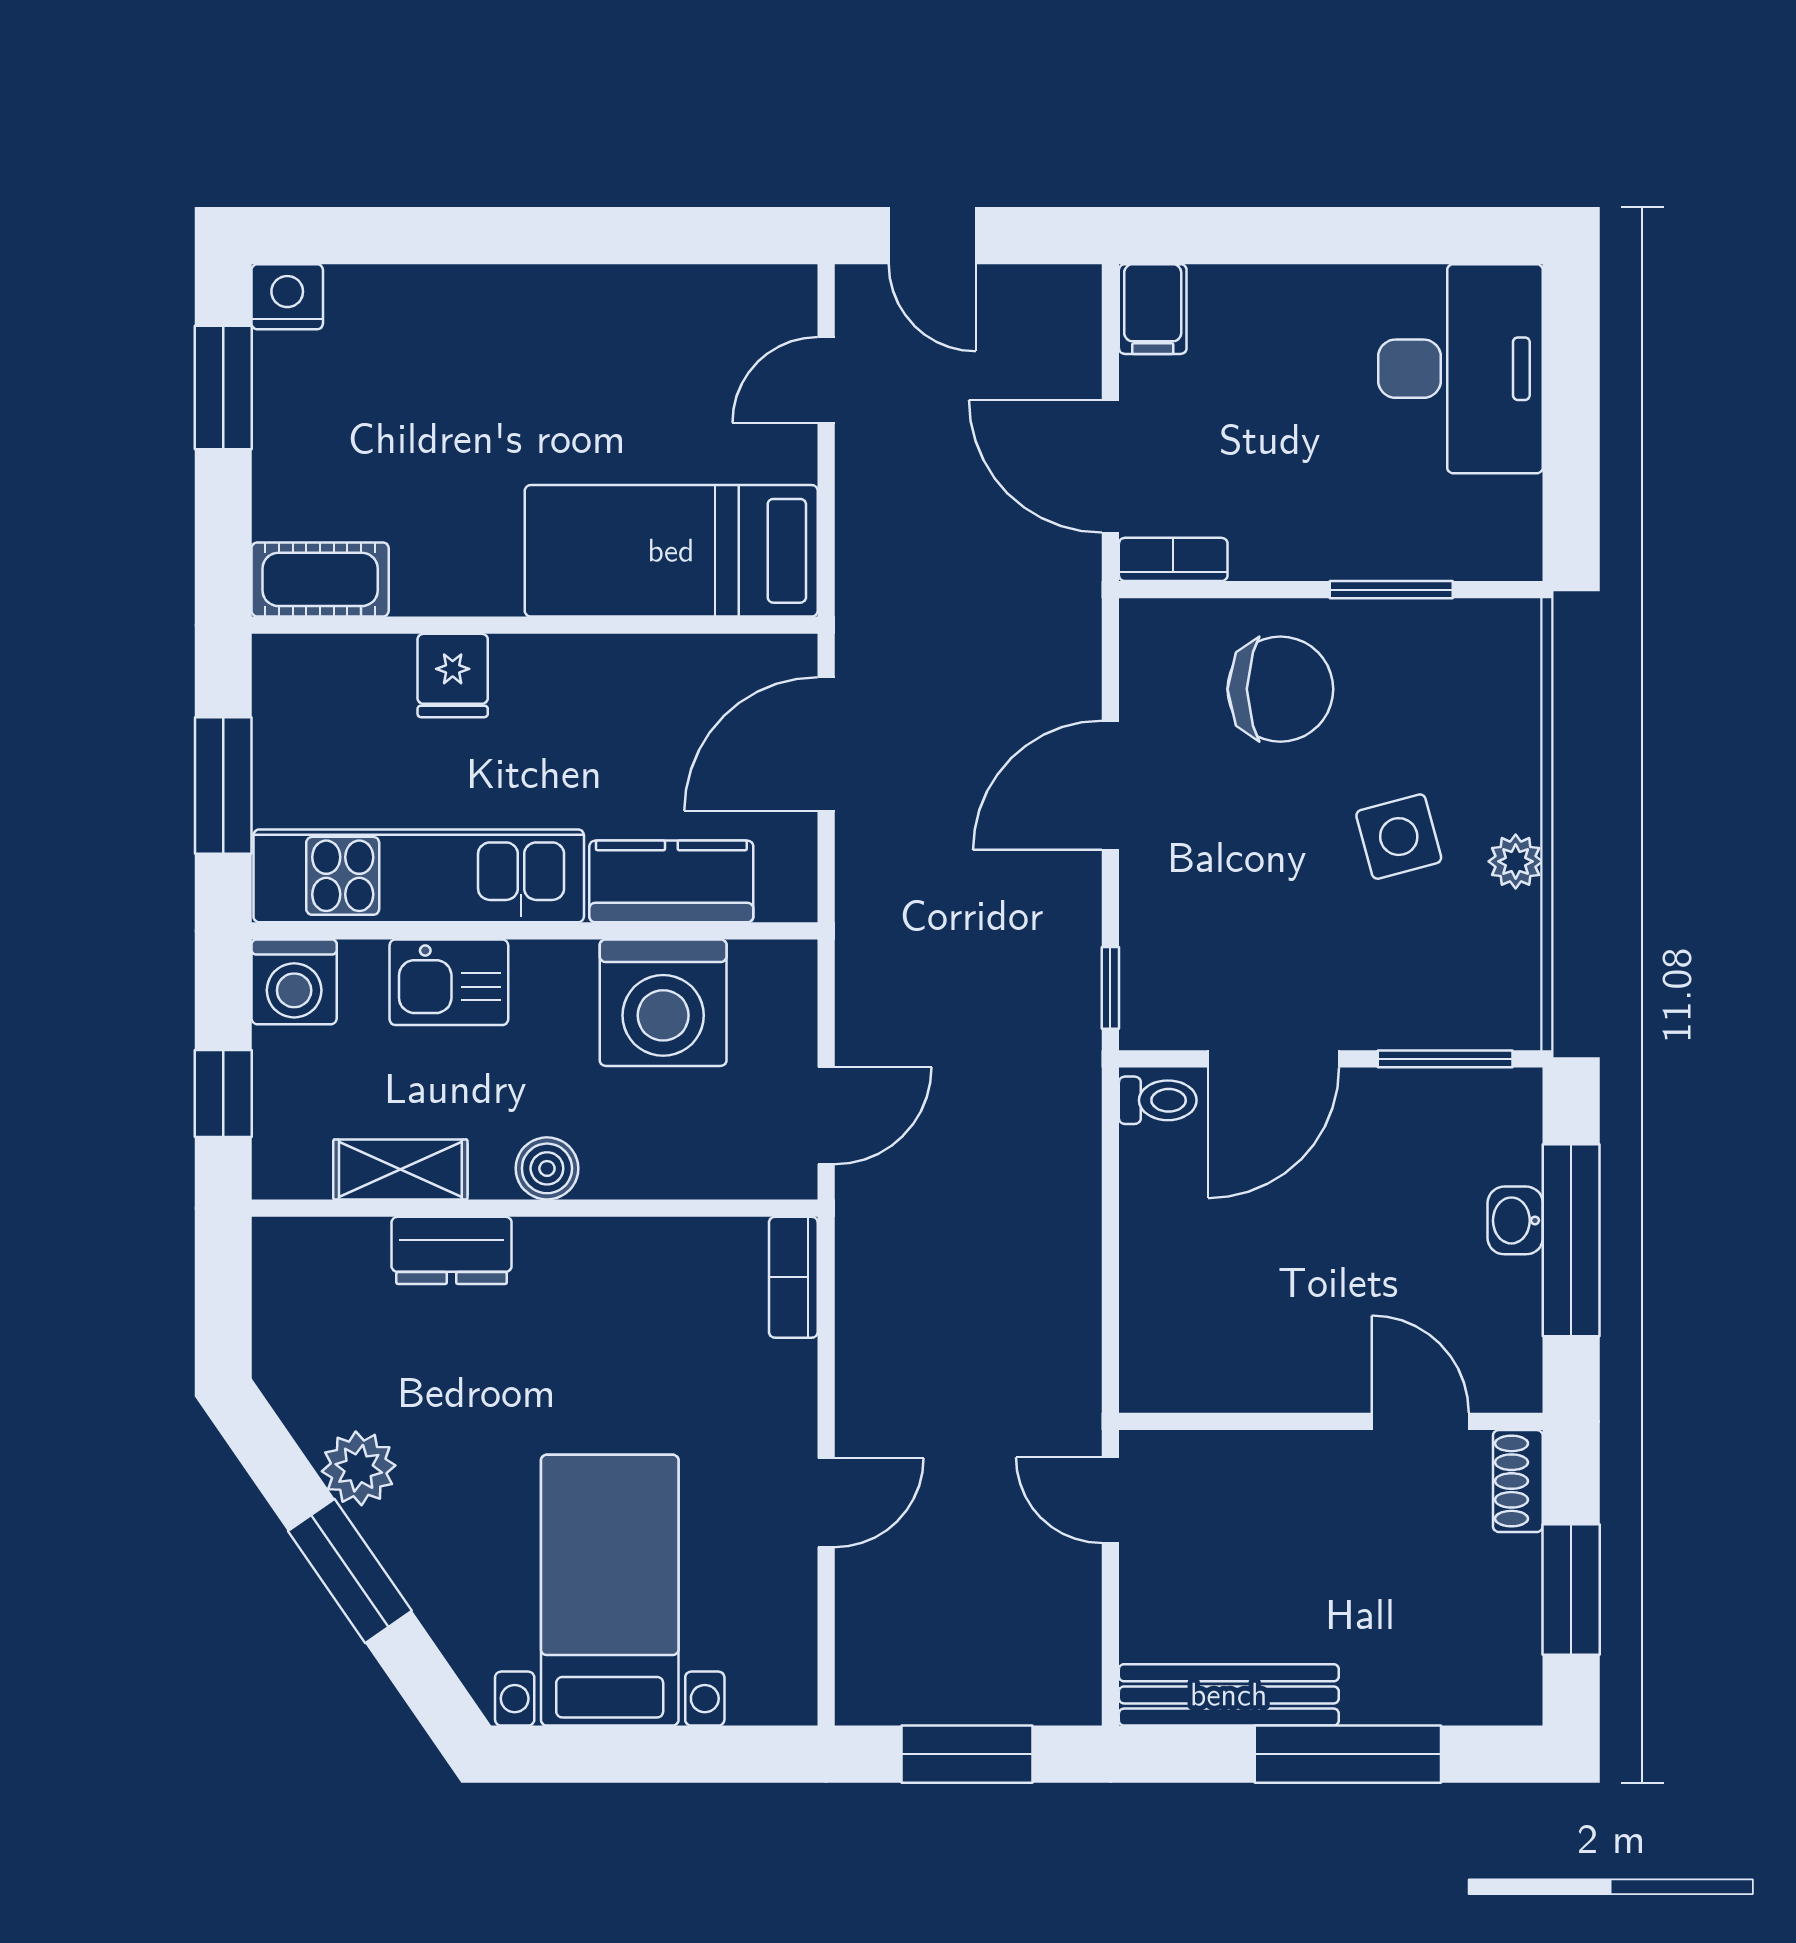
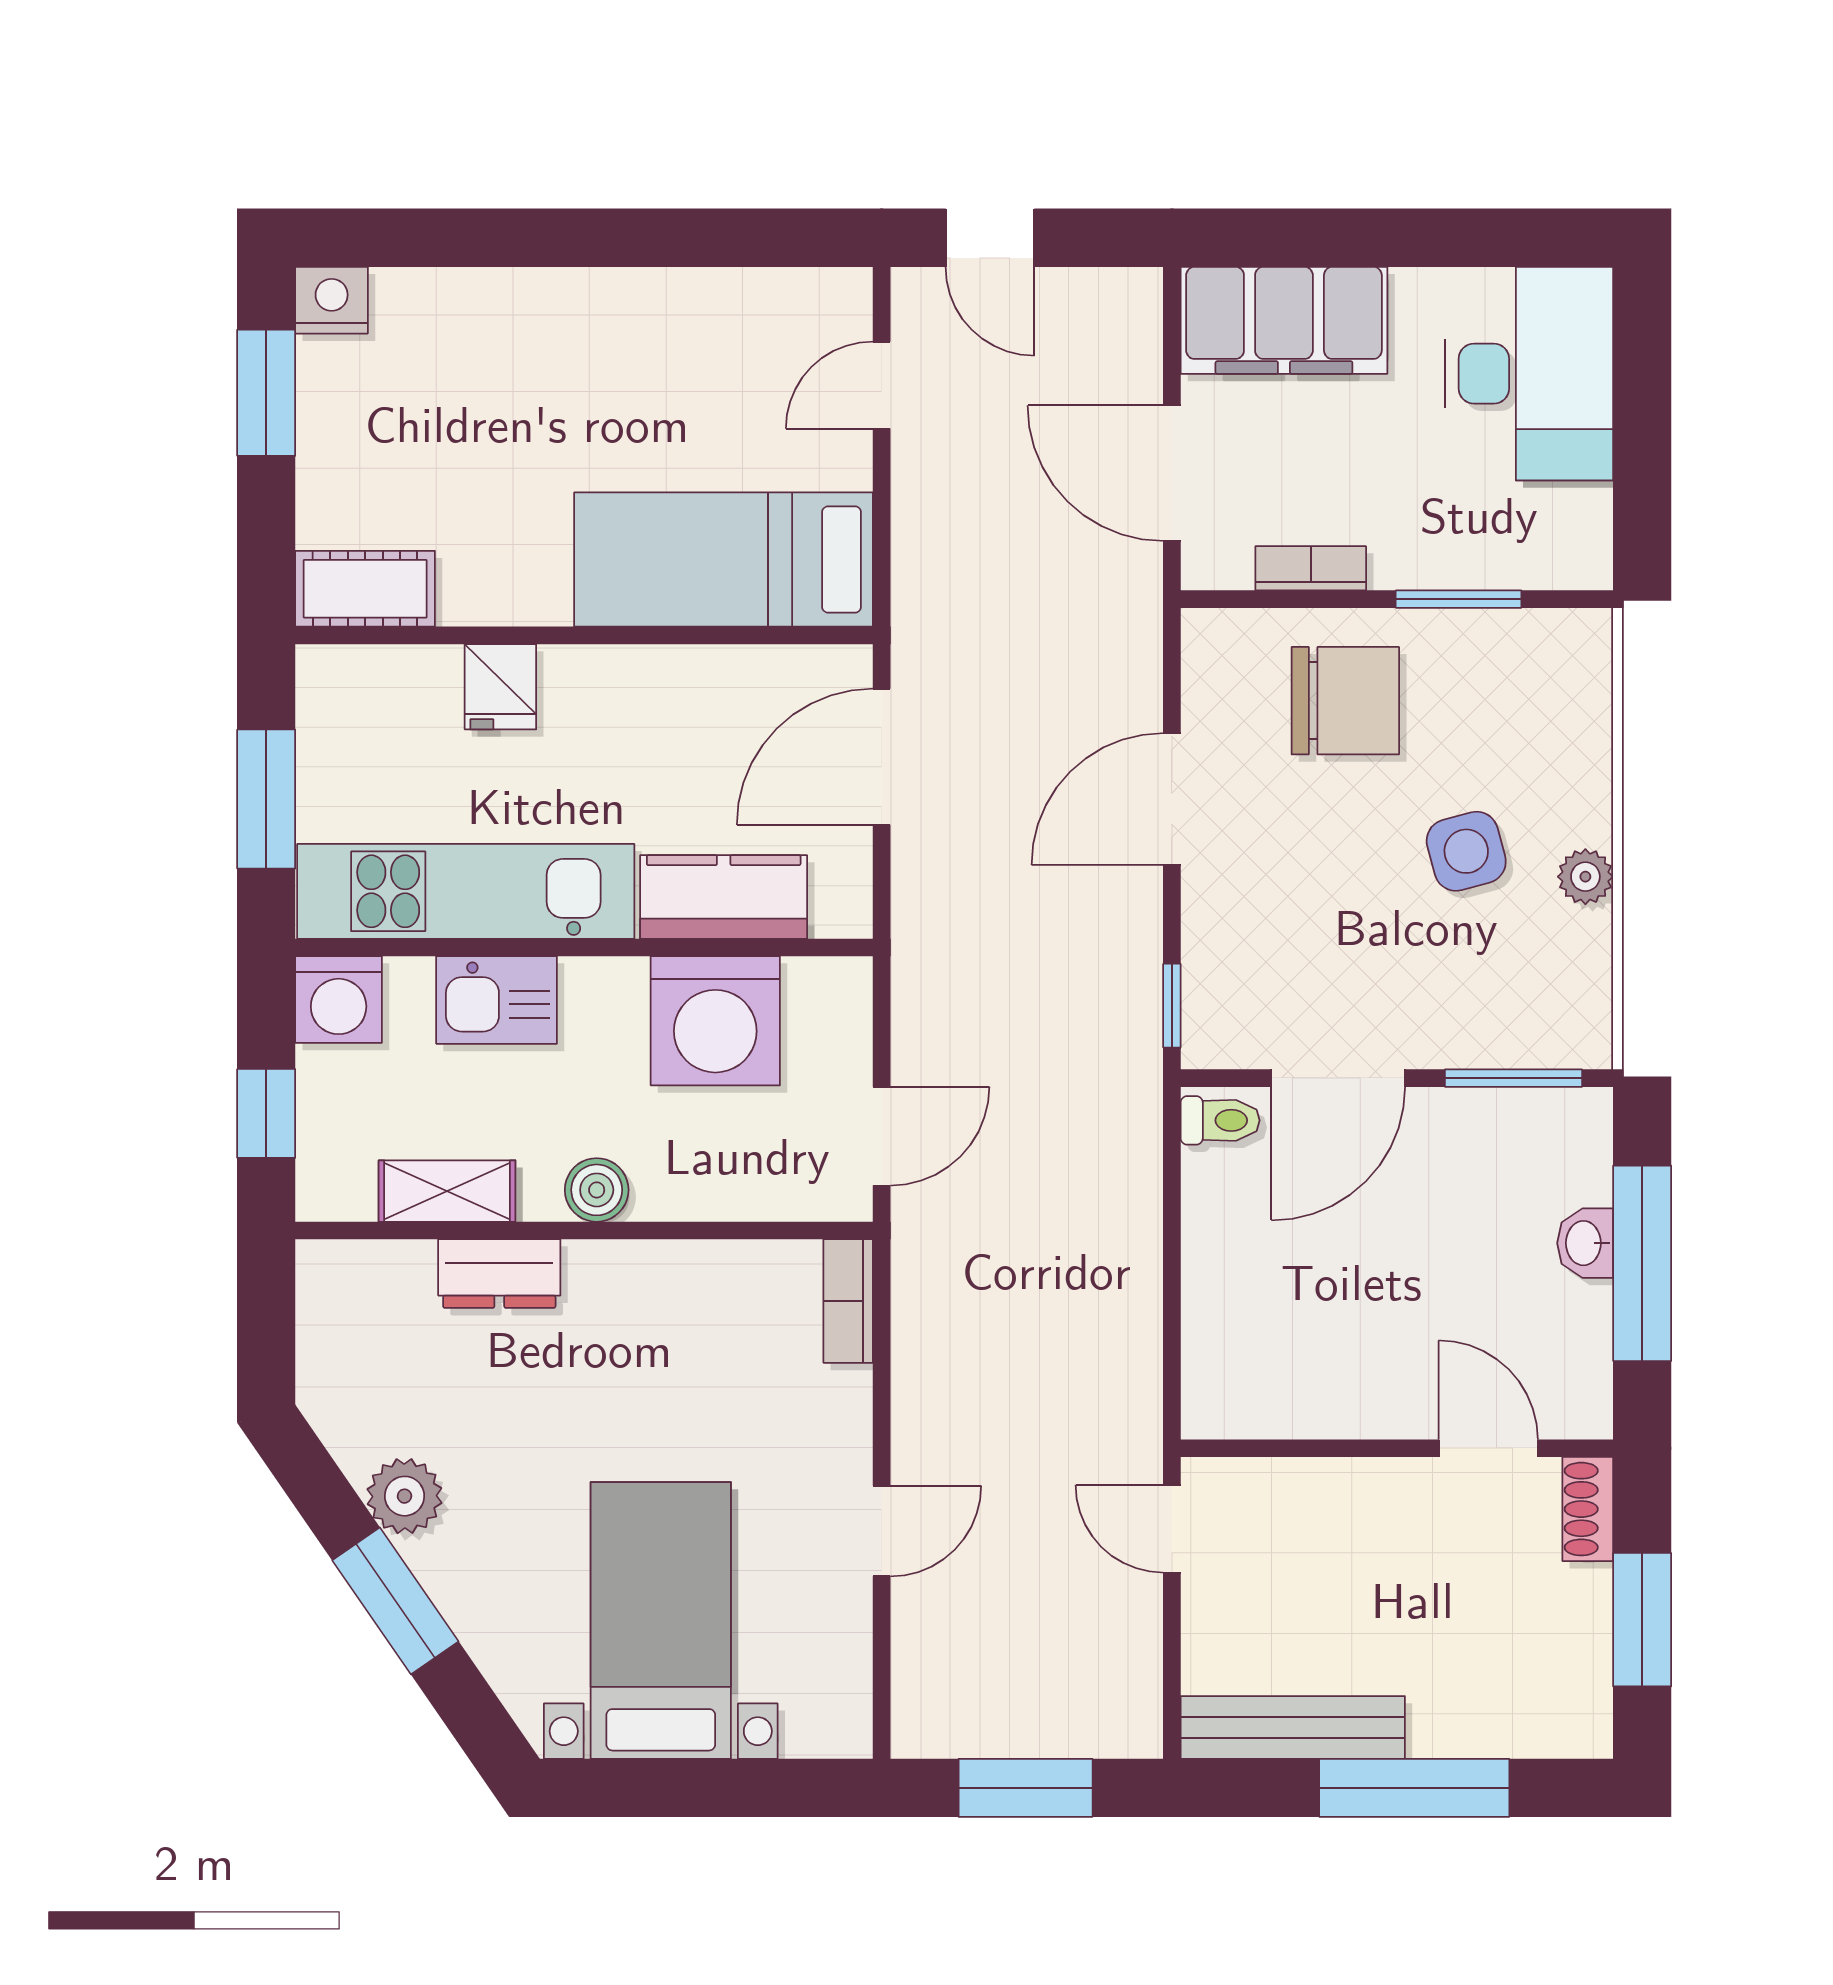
filing cabinet: (1153, 309) -> (1284, 320), width x3.00, depth x1.17
bookcase: (1173, 559) -> (1311, 568), moved

